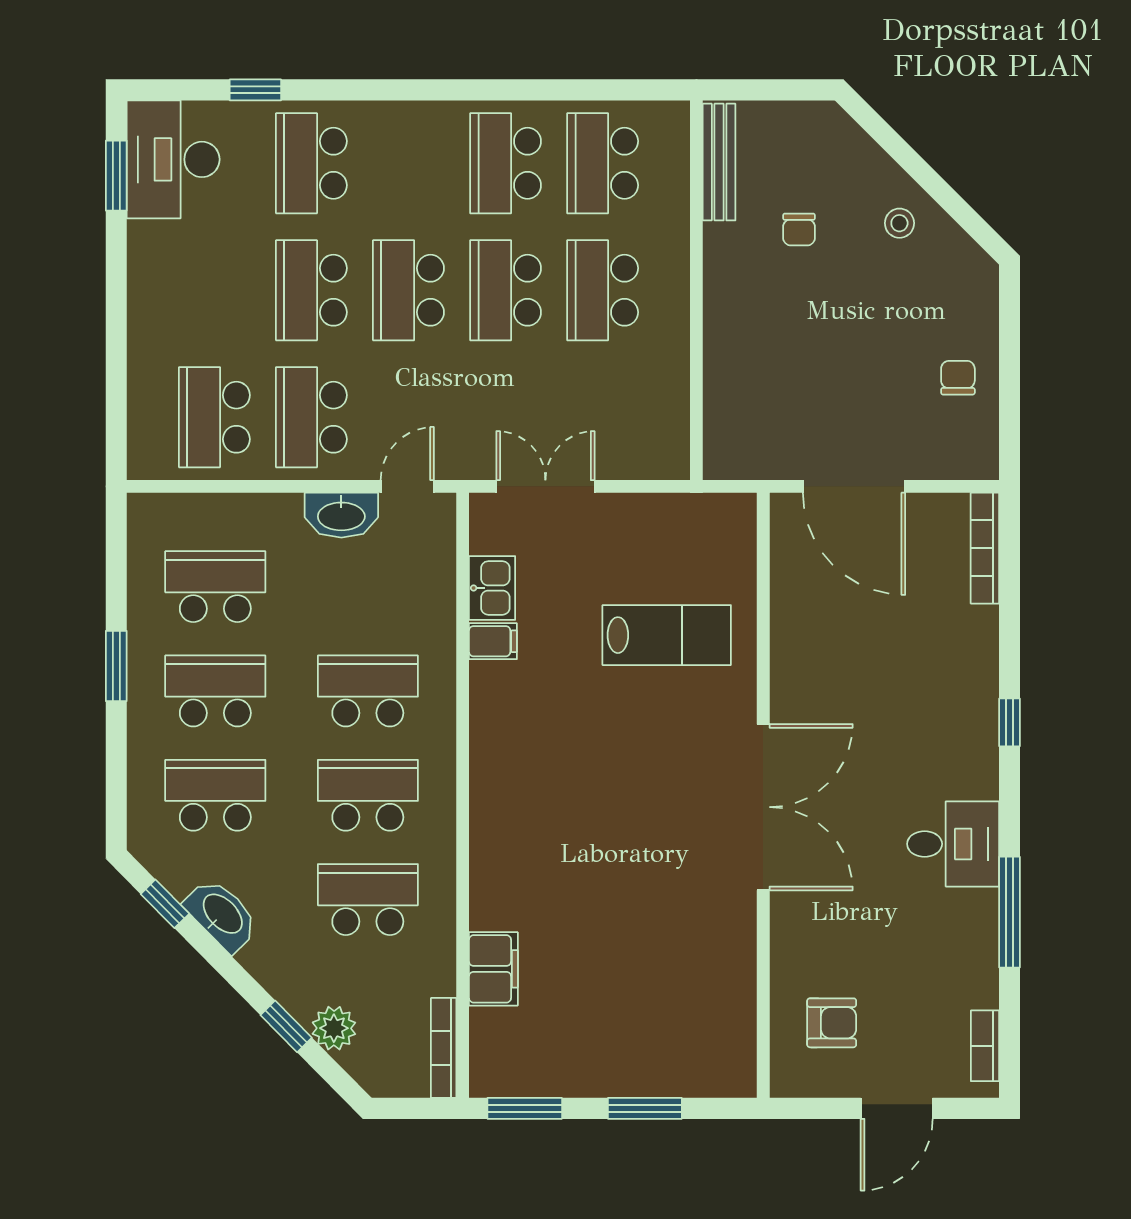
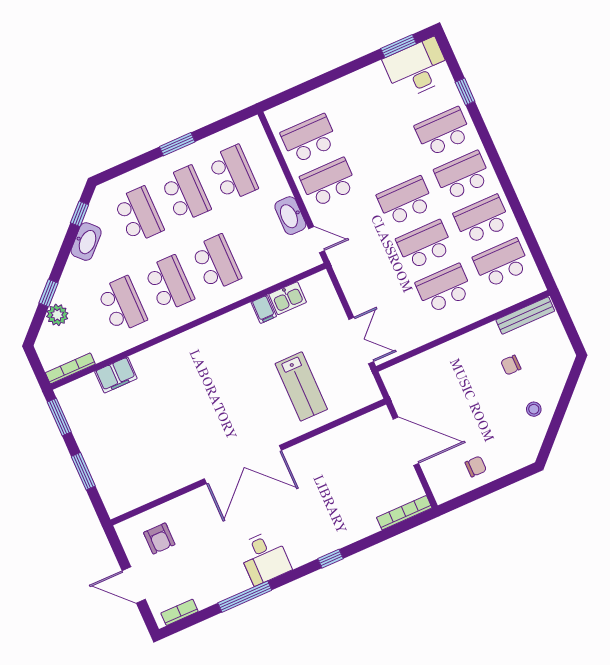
school desk: (311, 290) -> (463, 176), moved
double door: (545, 486) -> (361, 340), moved
door: (854, 486) -> (406, 441), swing flipped

